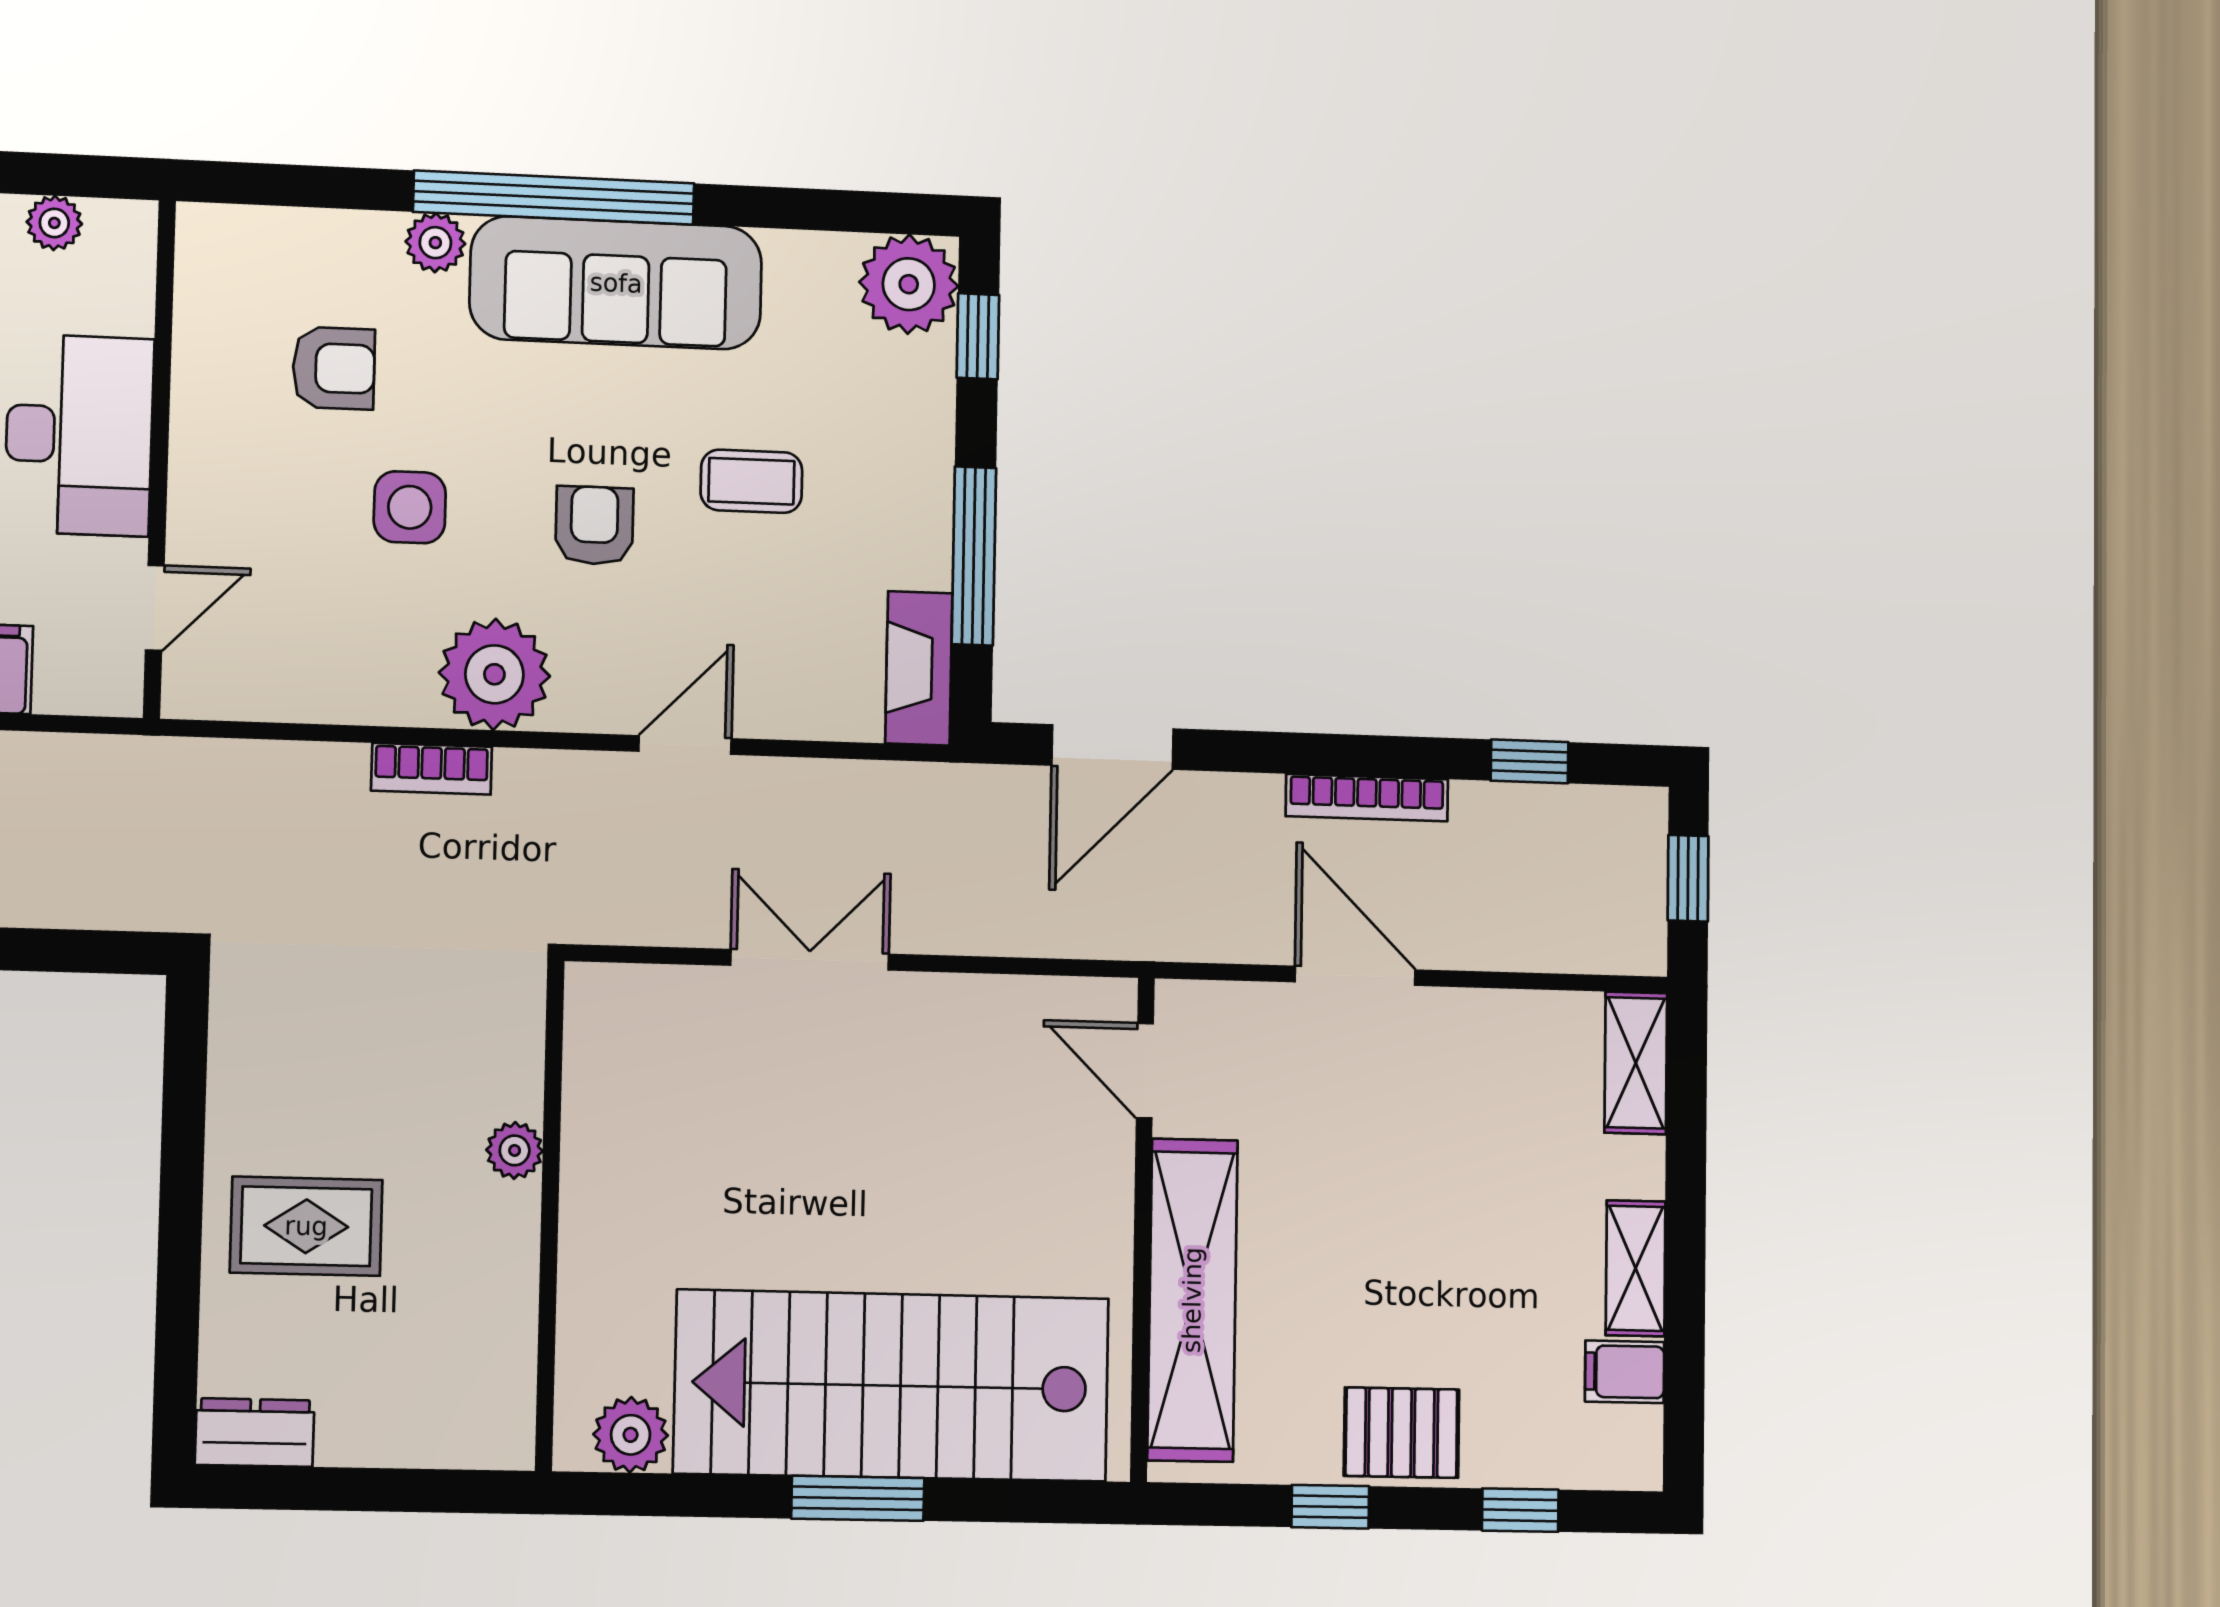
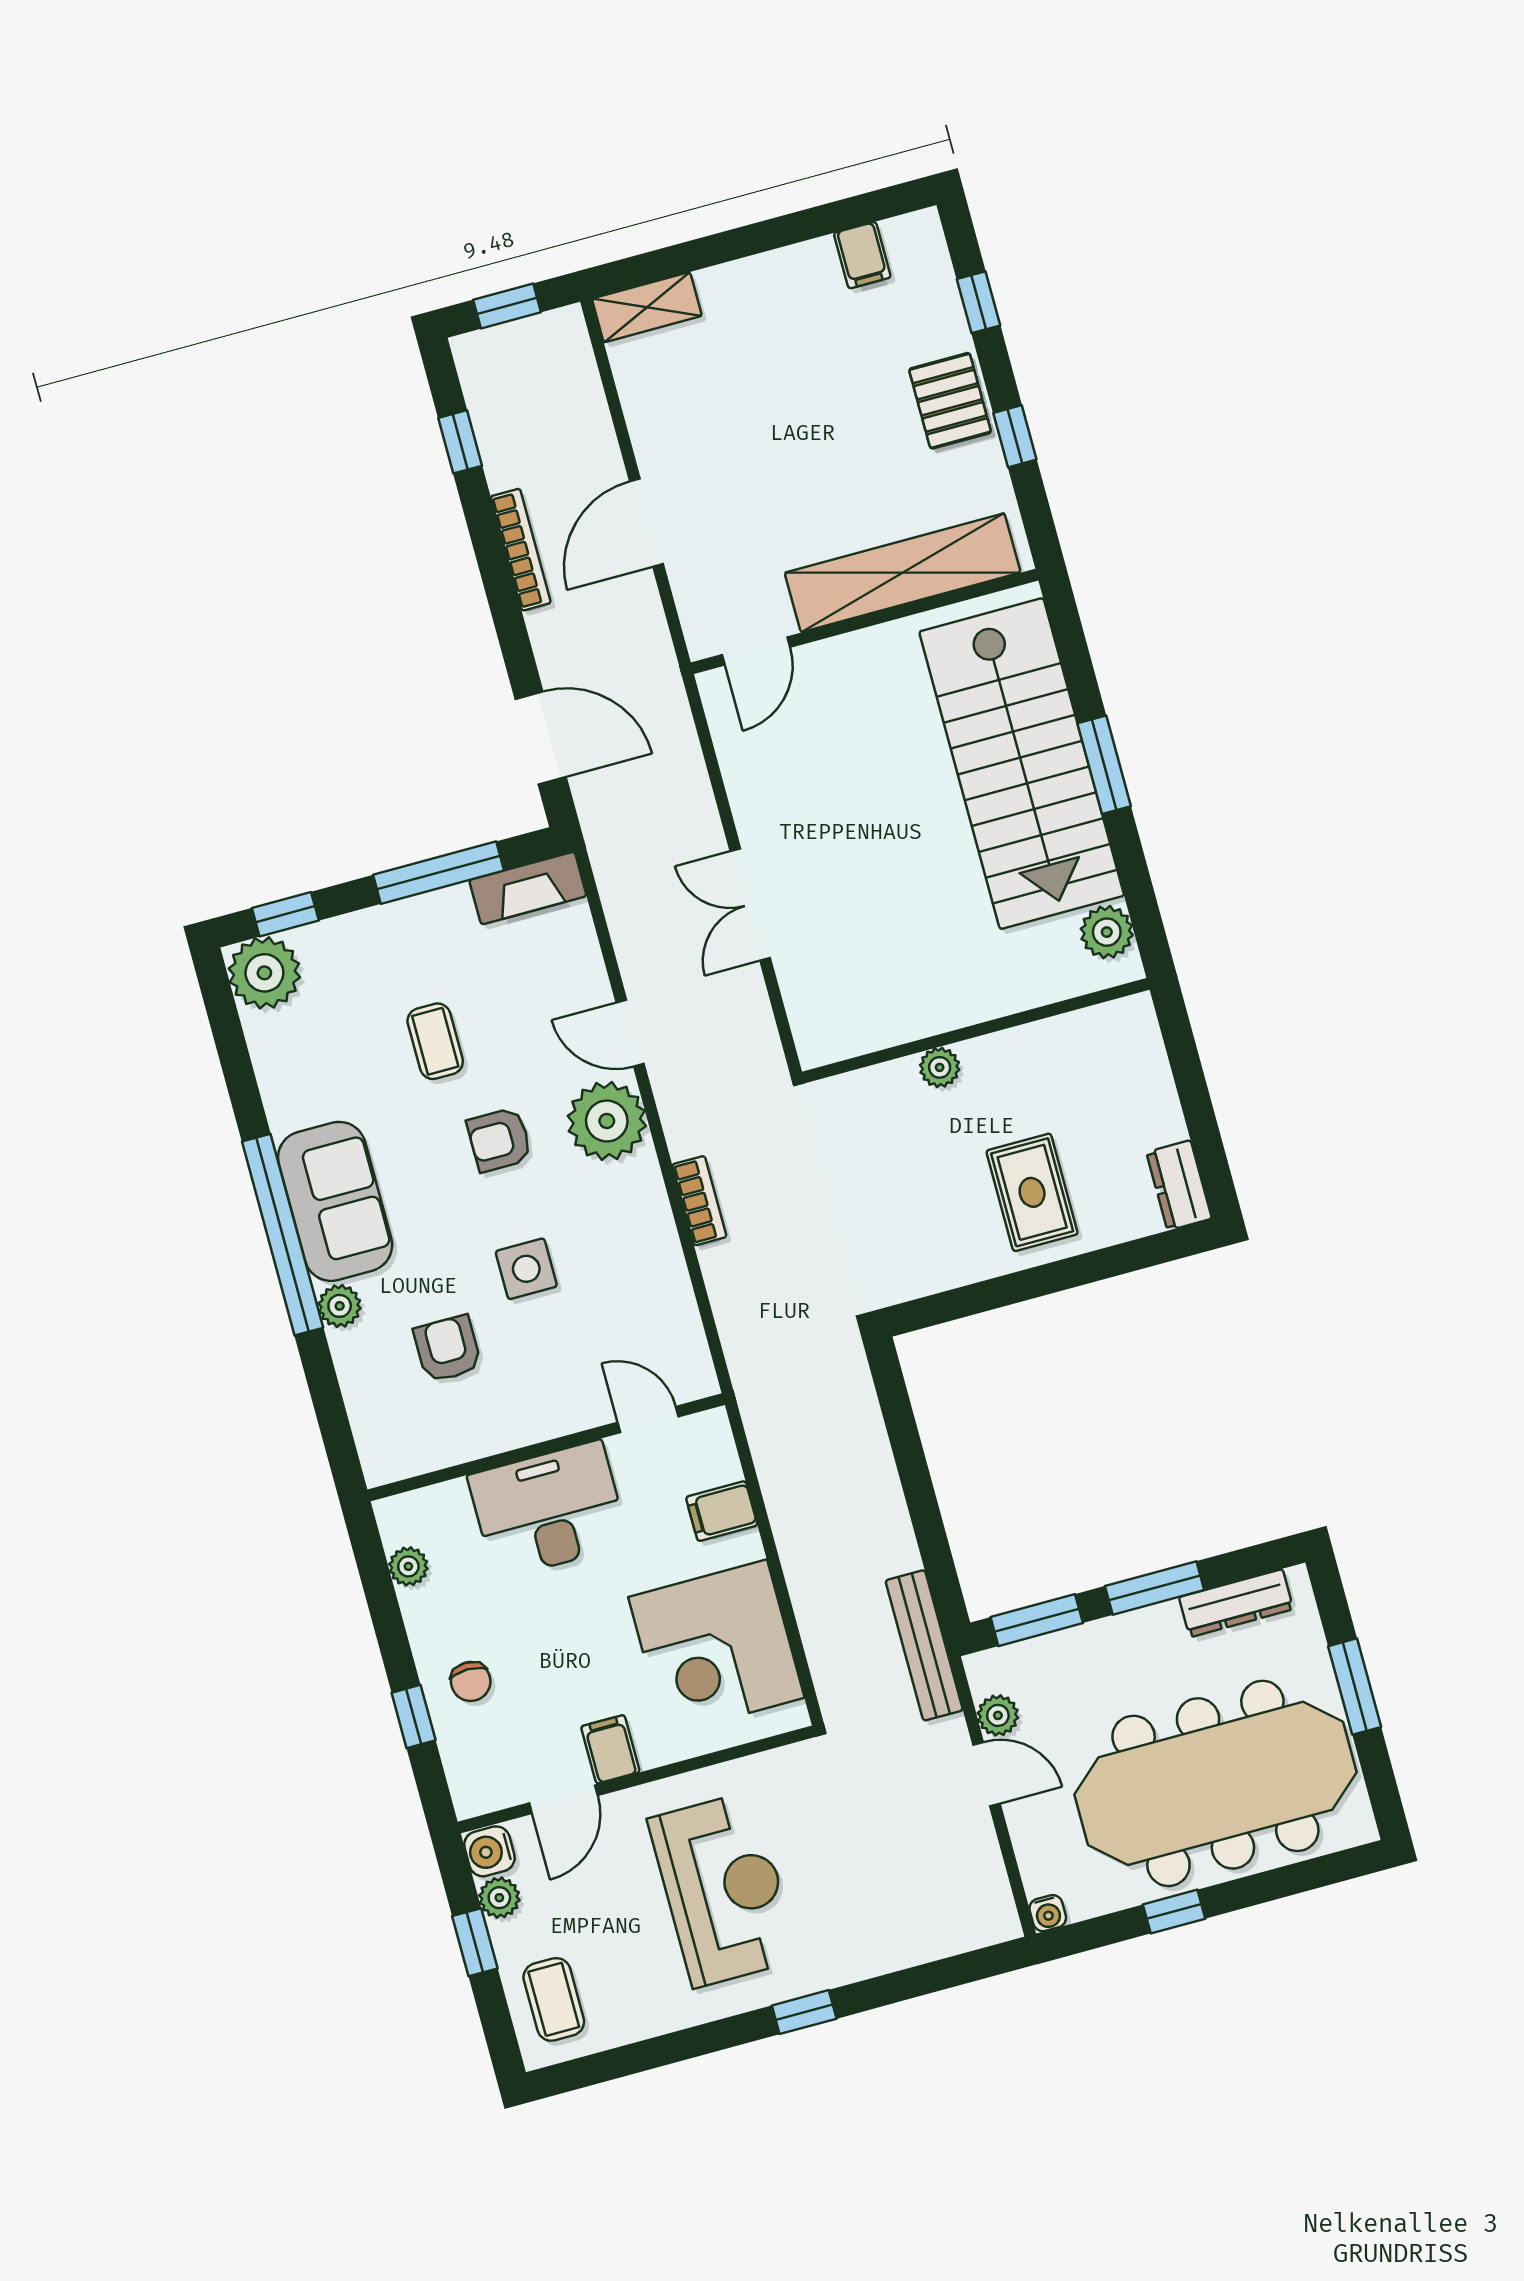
sofa: (616, 283) -> (335, 1201), width x0.73
plant: (494, 674) -> (607, 1121), moved
shelving: (1636, 1268) -> (789, 267), removed

